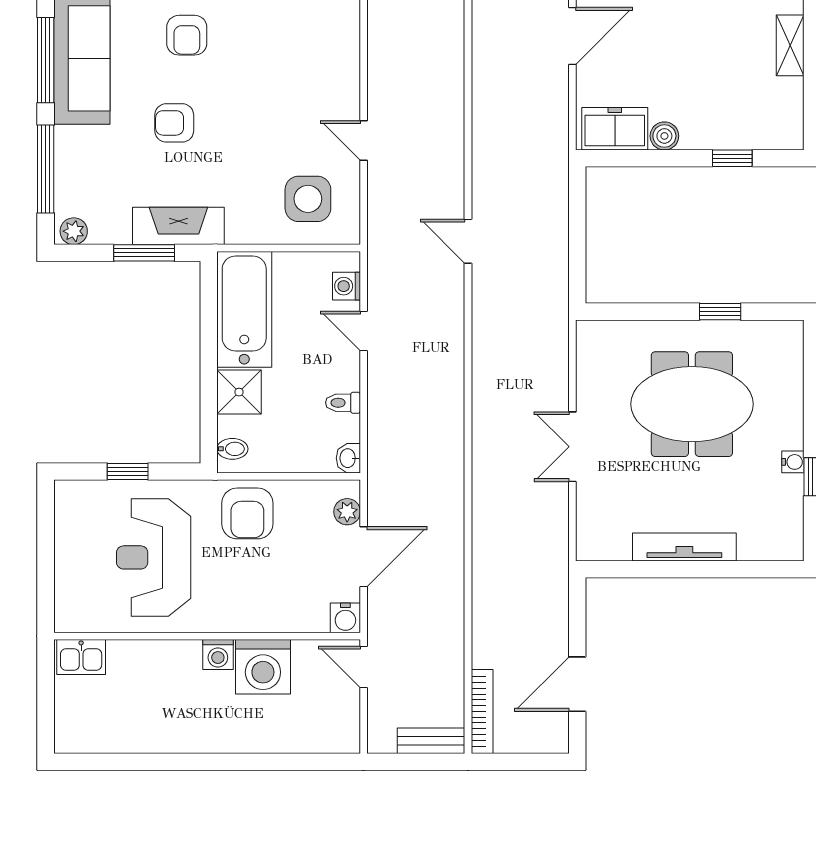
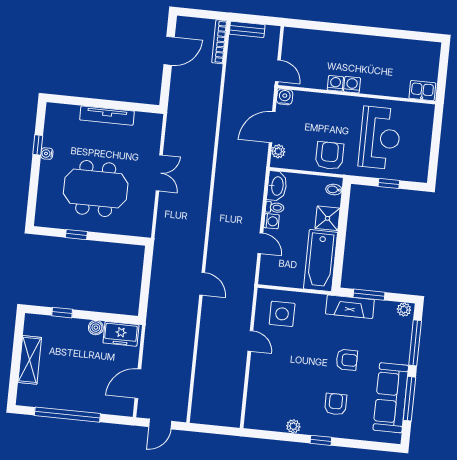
shelving: (790, 45) -> (30, 360), width x1.50, depth x1.33
washing machine: (346, 286) -> (271, 221), moved
washbasin: (348, 458) -> (277, 186), width x1.91, depth x1.45
washing machine: (263, 667) -> (335, 83), width x0.53, depth x0.53

